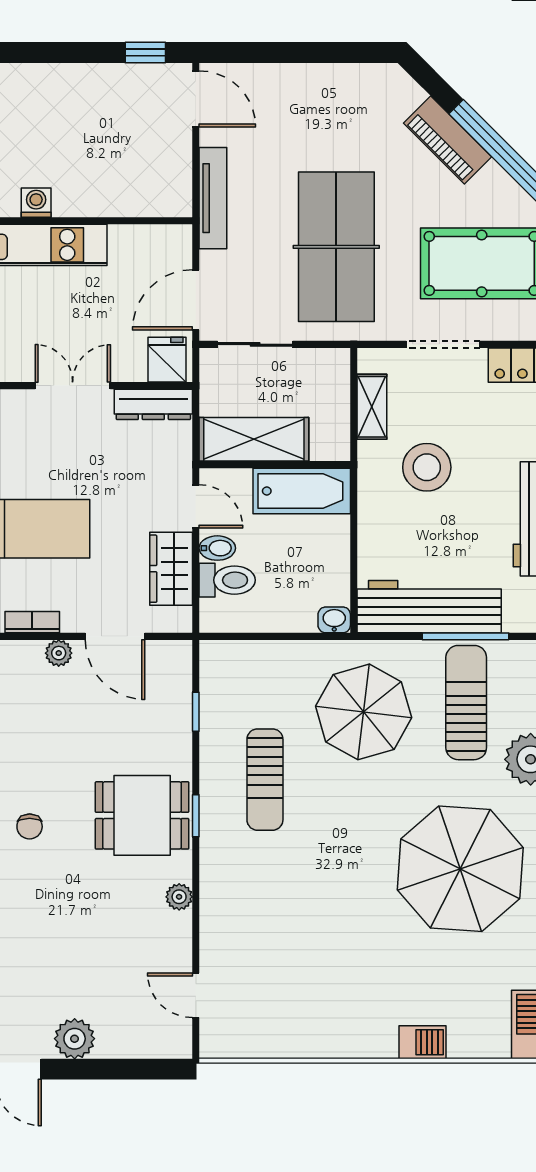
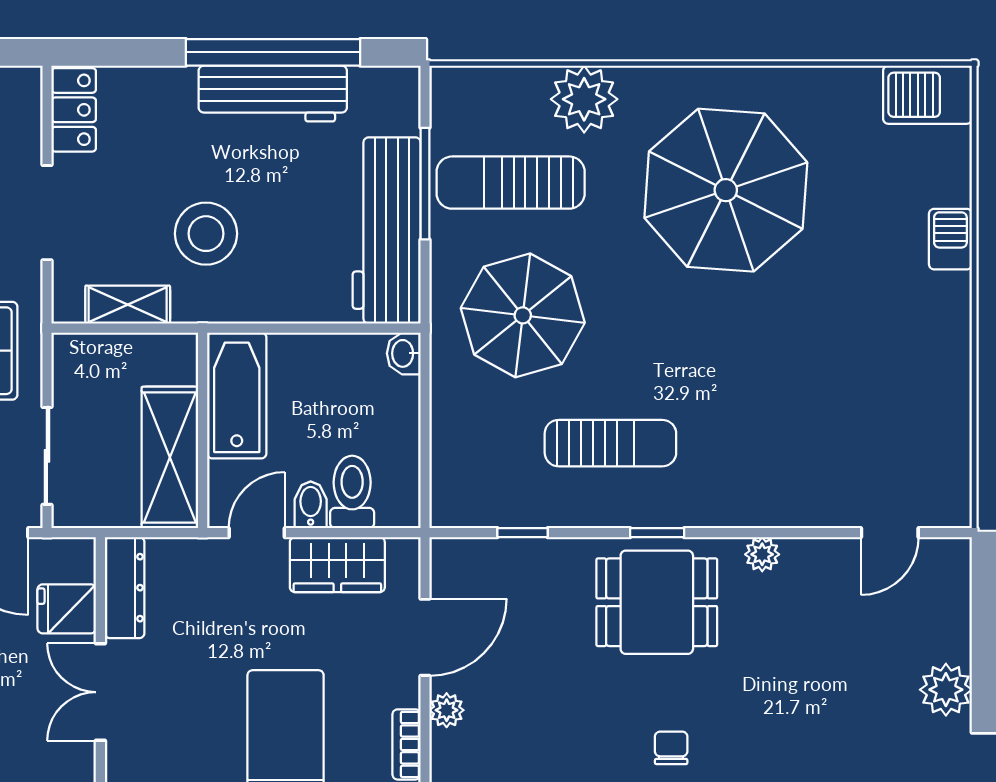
fridge: (167, 360) -> (67, 609), moved
dining table: (142, 815) -> (657, 602), turned 90
chair: (30, 827) -> (671, 748), turned -90

